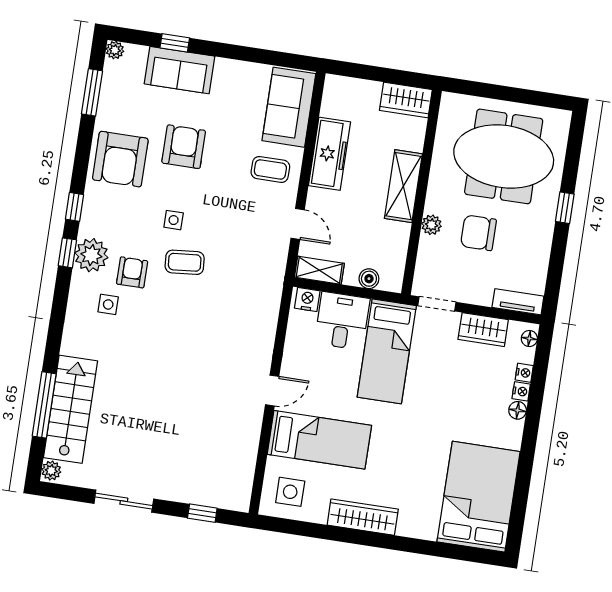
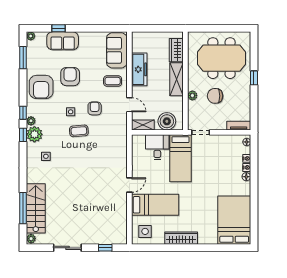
wardrobe: (406, 100) -> (176, 50), moved, turned 90
plant: (88, 226) -> (31, 121), added
armchair: (132, 272) -> (95, 108), moved
boiler: (369, 279) -> (167, 121), width x1.86, depth x1.86
nightstand: (307, 299) -> (139, 140), removed
wardrobe: (483, 330) -> (224, 141), removed

